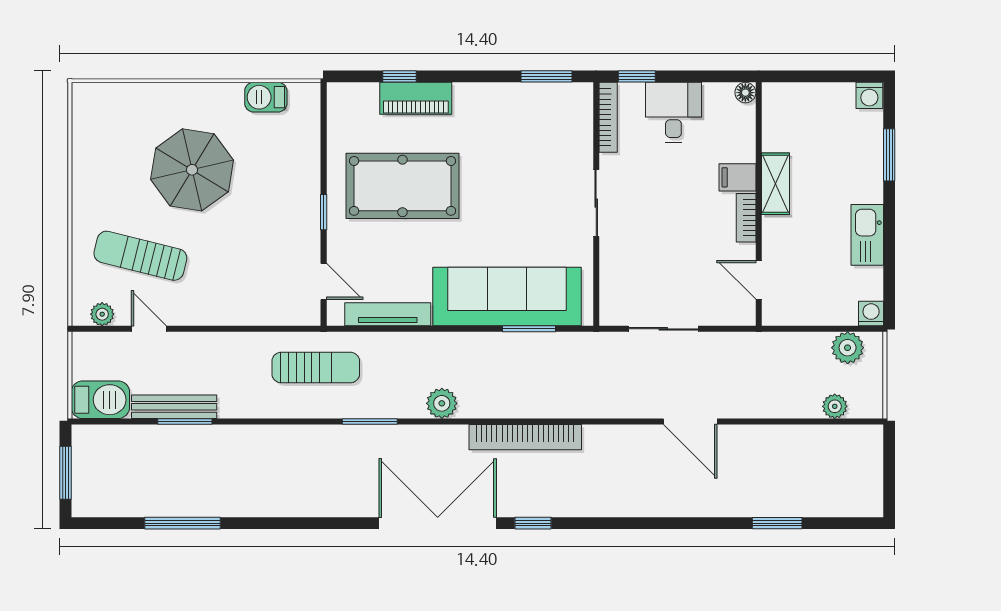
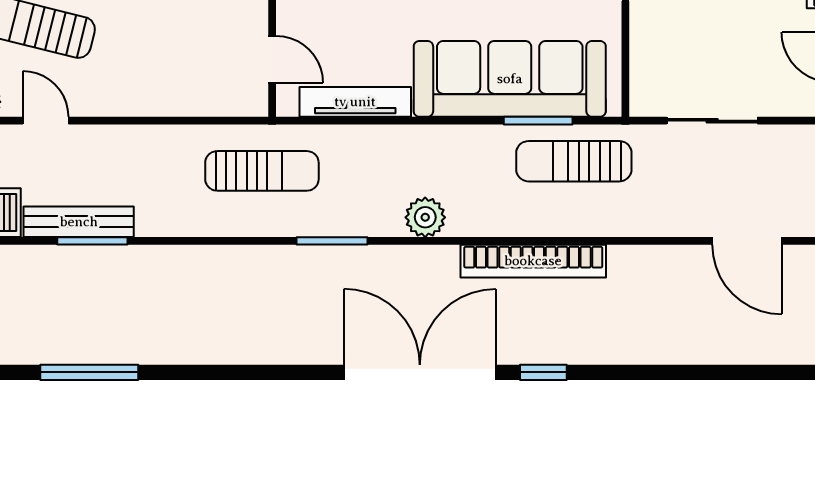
sun lounger: (557, 360) -> (574, 161), added

